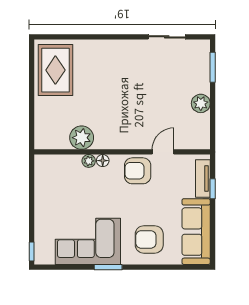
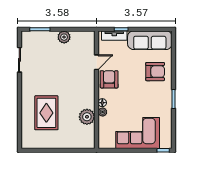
rug: (55, 70) -> (46, 113), moved, turned 90
door: (163, 152) -> (96, 62), swing flipped
armchair: (138, 171) -> (109, 79), turned 180
armchair: (149, 239) -> (155, 72), turned -90
corner sofa: (88, 241) -> (138, 133), moved, turned 90

